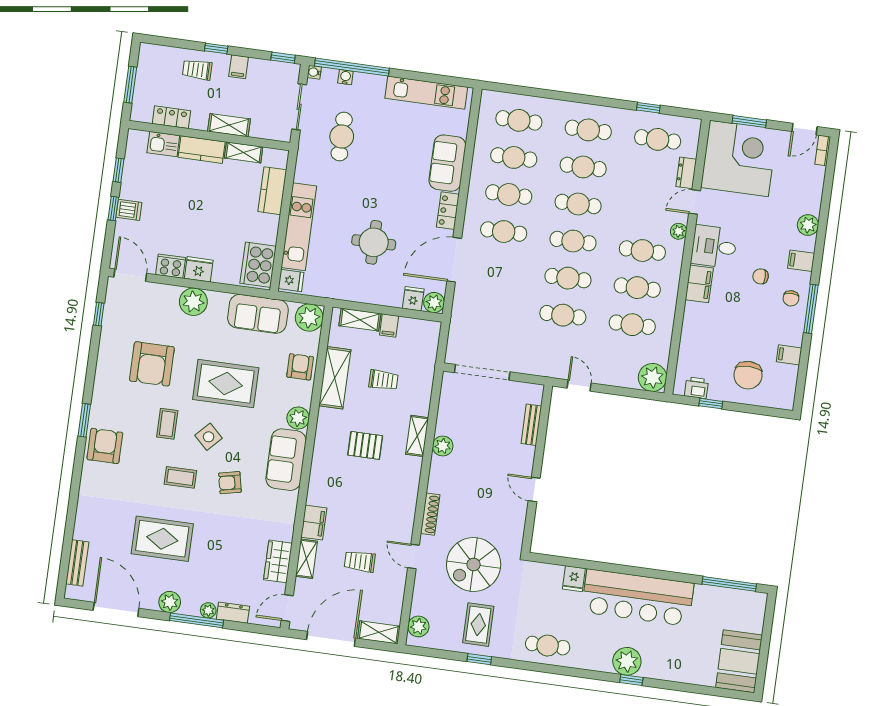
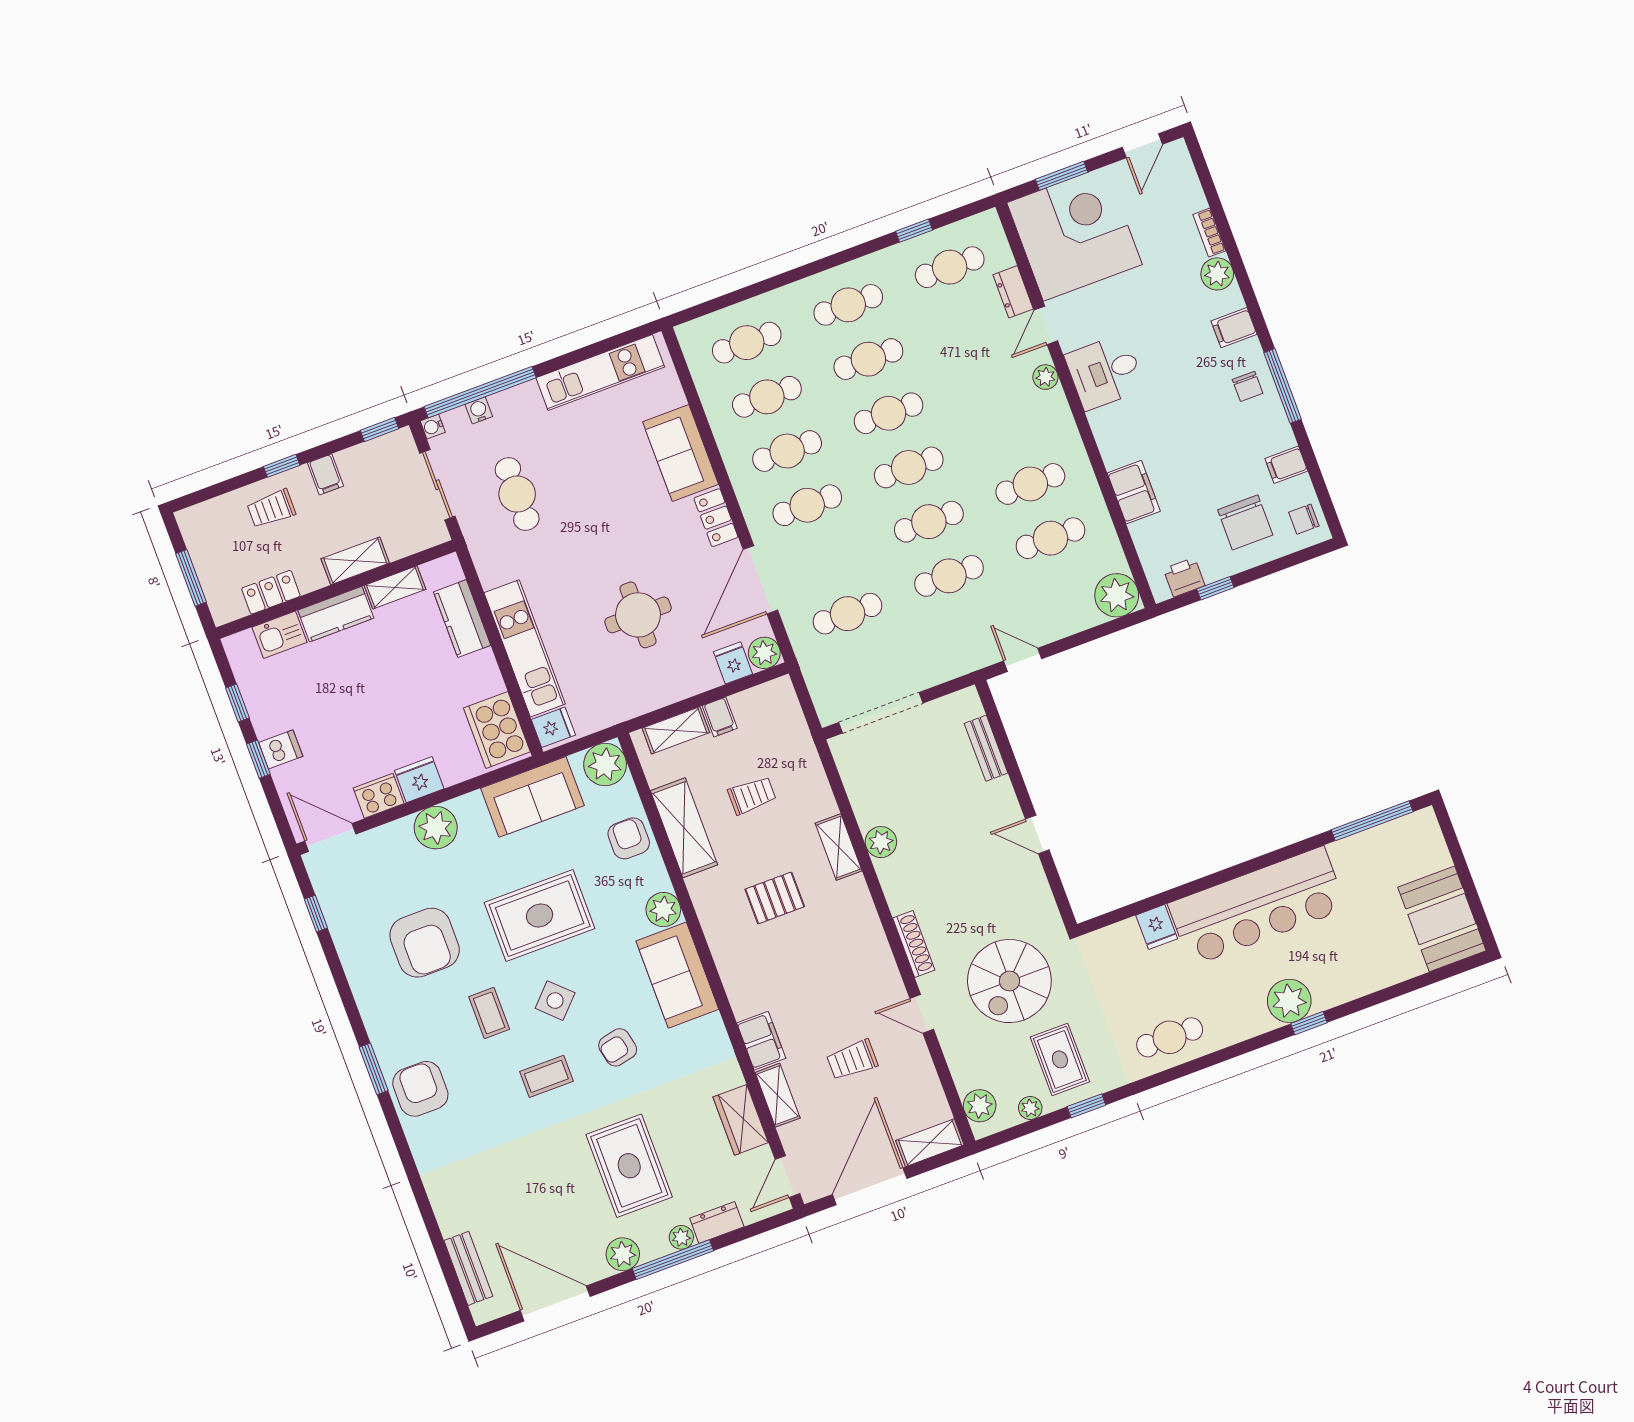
bookcase: (823, 150) -> (1209, 233), moved
cafe table: (642, 251) -> (848, 614), moved
chair: (761, 276) -> (1304, 519), moved
filing cabinet: (699, 284) -> (1134, 492), moved
rug: (162, 539) -> (629, 1166), moved, turned 90
plant: (447, 643) -> (1030, 1108), added

